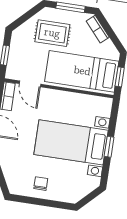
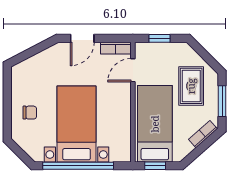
window: (109, 147) -> (78, 166), width x3.17
chair: (41, 184) -> (30, 113), moved

